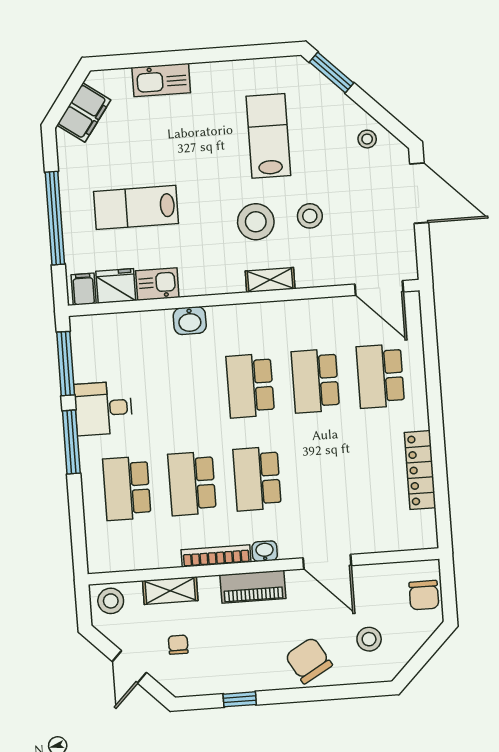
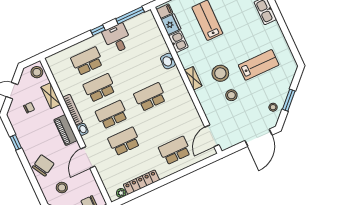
window: (332, 72) -> (289, 100), moved
shelving: (270, 280) -> (193, 78), moved
school desk: (315, 381) -> (124, 141), moved
window: (71, 442) -> (98, 30), width x0.46
plant: (427, 521) -> (121, 193), added

